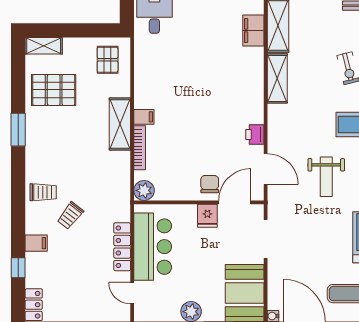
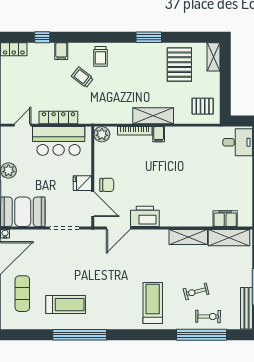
printer: (255, 135) -> (145, 216), width x1.87, depth x1.48
weight bench: (326, 177) -> (112, 275), removed

